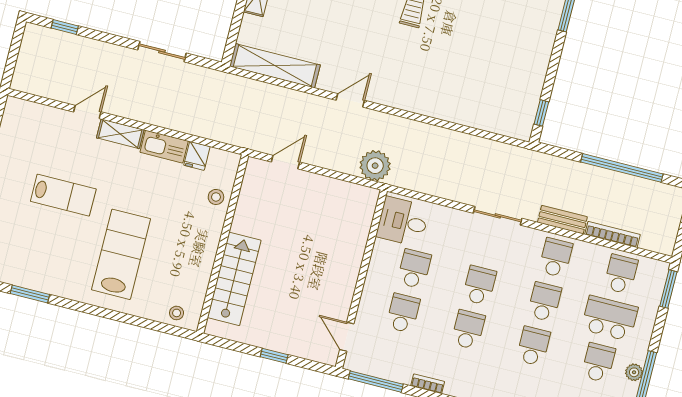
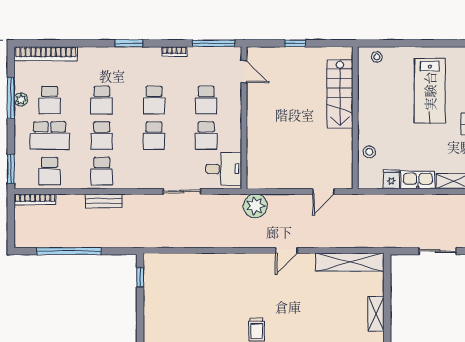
sliding door: (498, 216) -> (182, 191), moved
bookcase: (612, 234) -> (35, 199), moved

